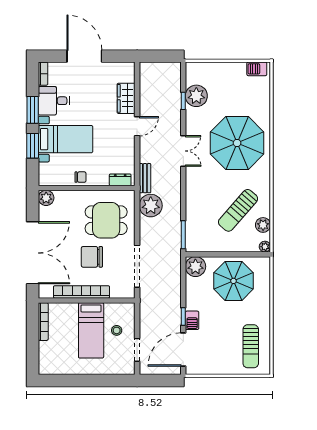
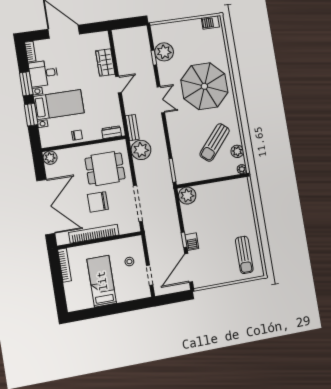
parasol: (233, 281) -> (221, 202), removed
bed: (91, 330) -> (102, 281), moved, turned 180

